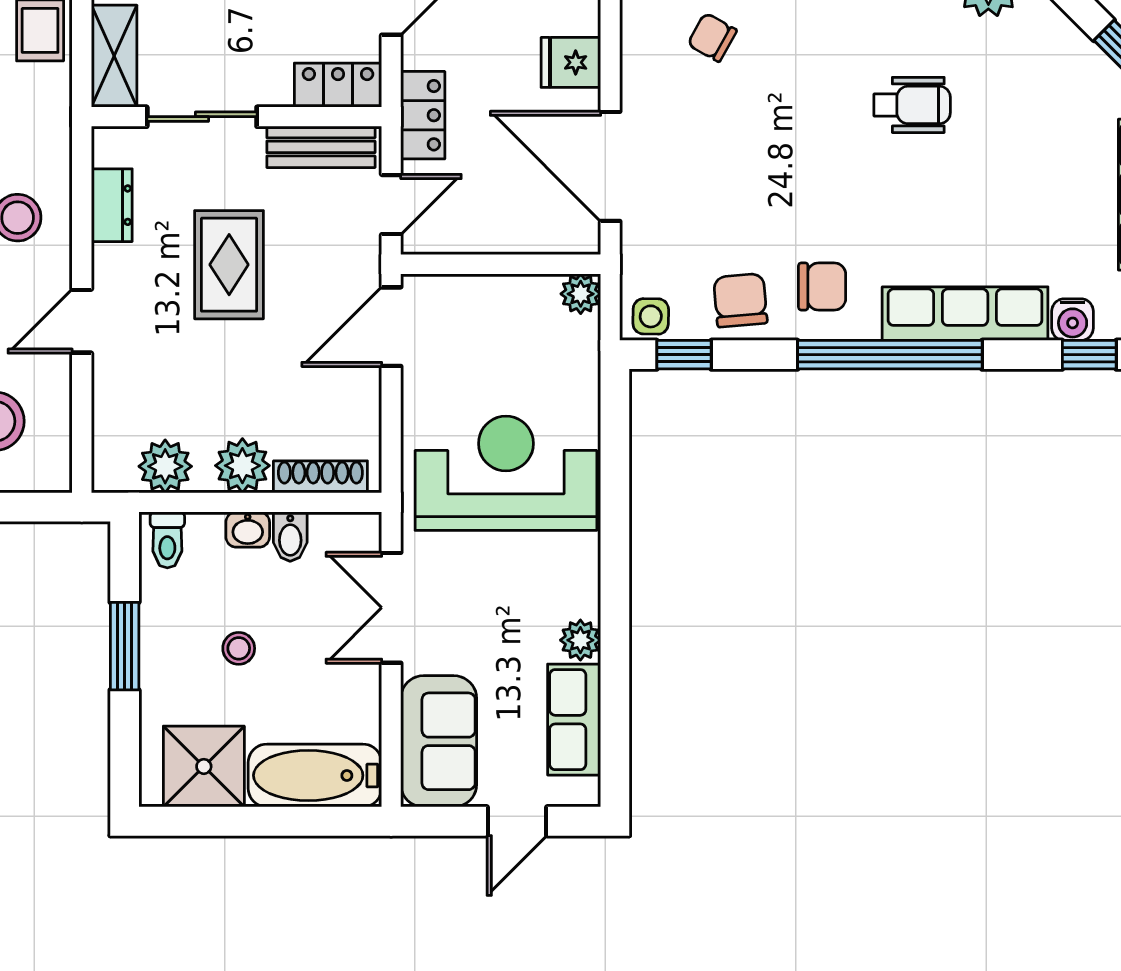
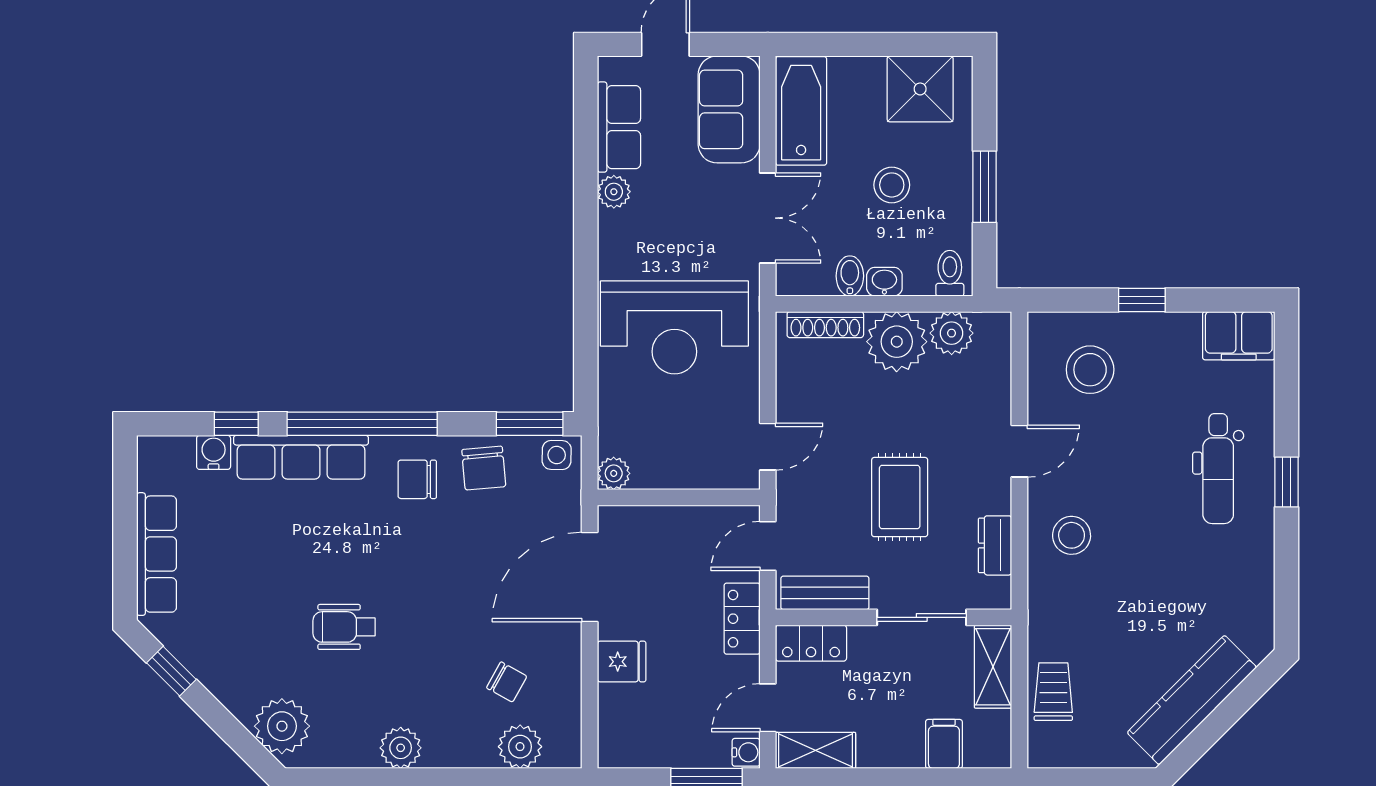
door: (610, 166) -> (590, 577), swing flipped
door: (391, 327) -> (768, 447), width x0.73
window: (684, 355) -> (530, 424), width x1.50
window: (1089, 355) -> (236, 424), moved
plant: (242, 466) -> (897, 342), width x1.36, depth x1.36
stool: (239, 648) -> (892, 185), width x1.37, depth x1.37
bathtub: (315, 775) -> (801, 111), moved, turned -90

